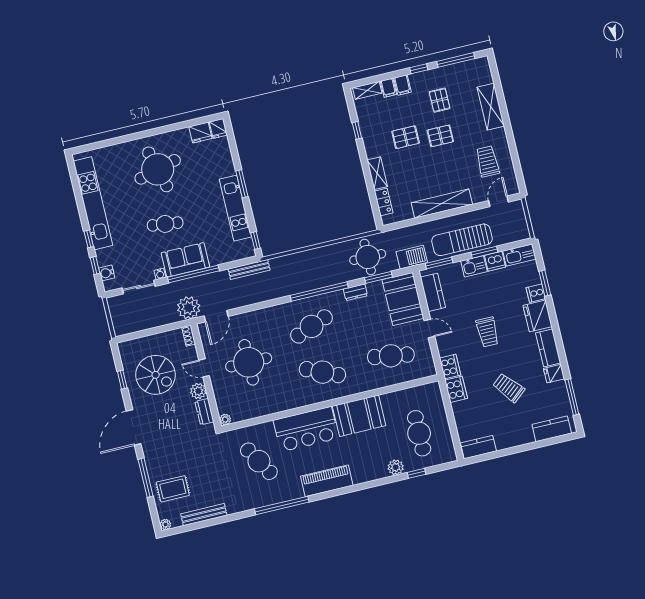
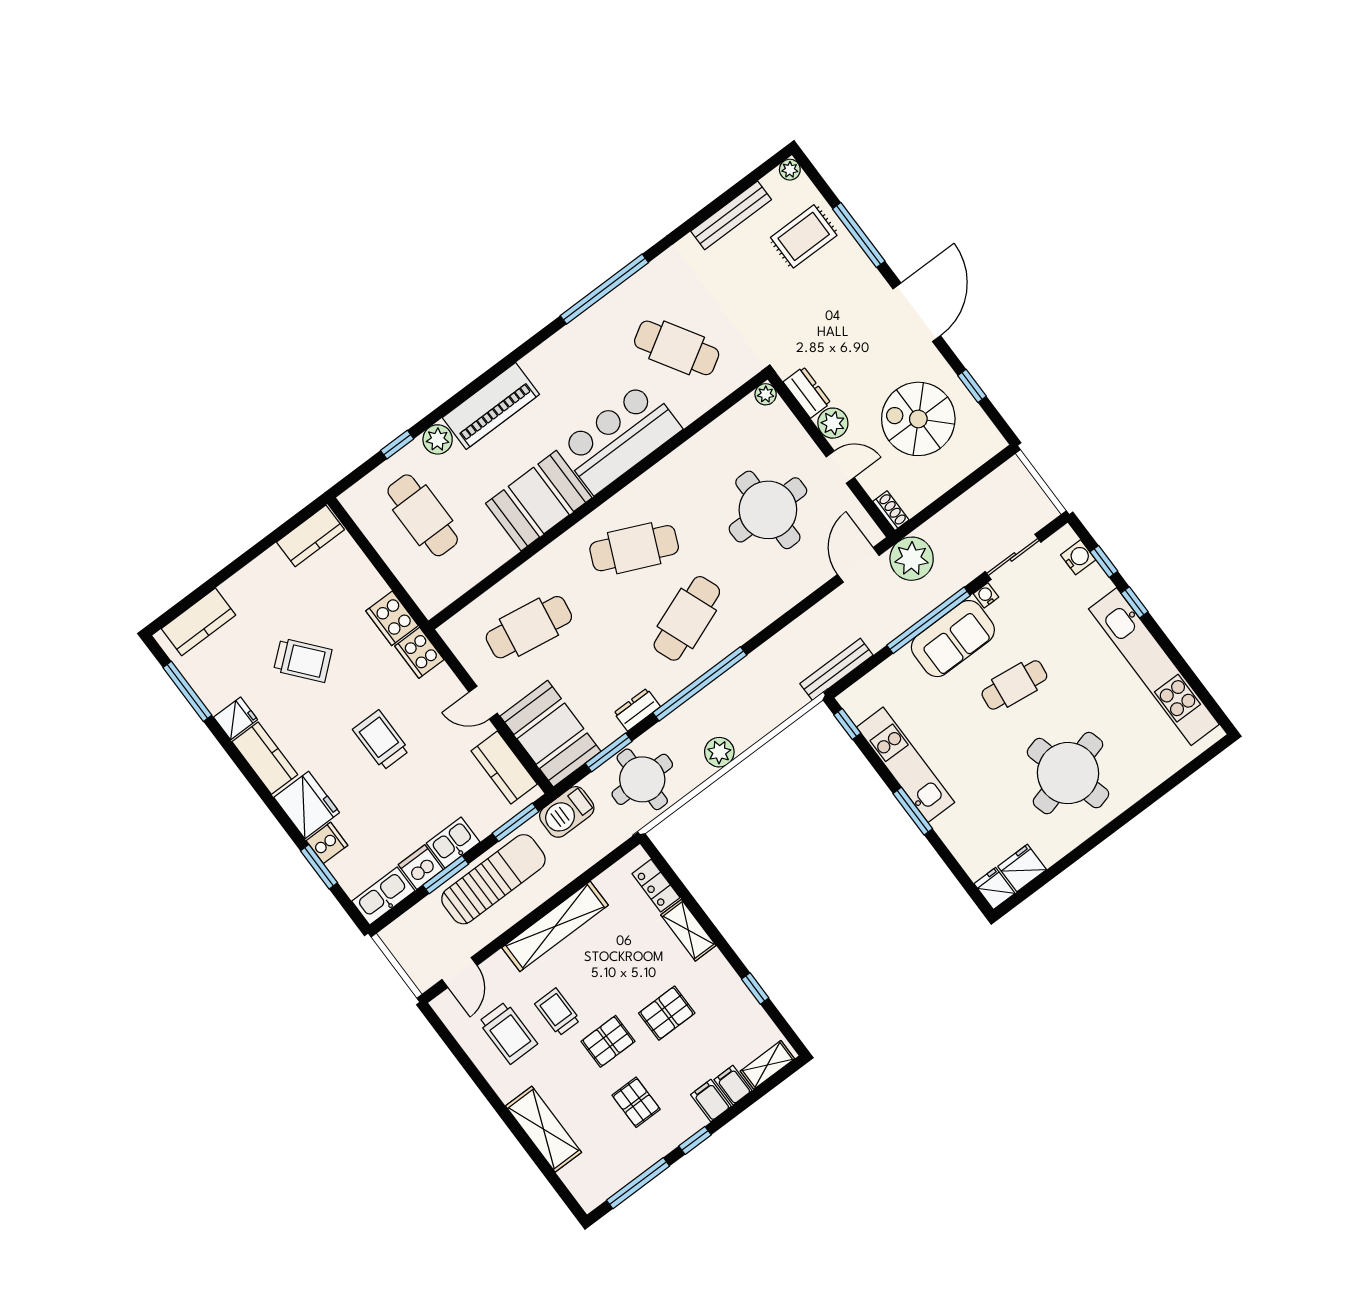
trolley: (459, 161) -> (557, 1012), added
plant: (324, 254) -> (719, 752), added
piano: (327, 481) -> (491, 406), moved

